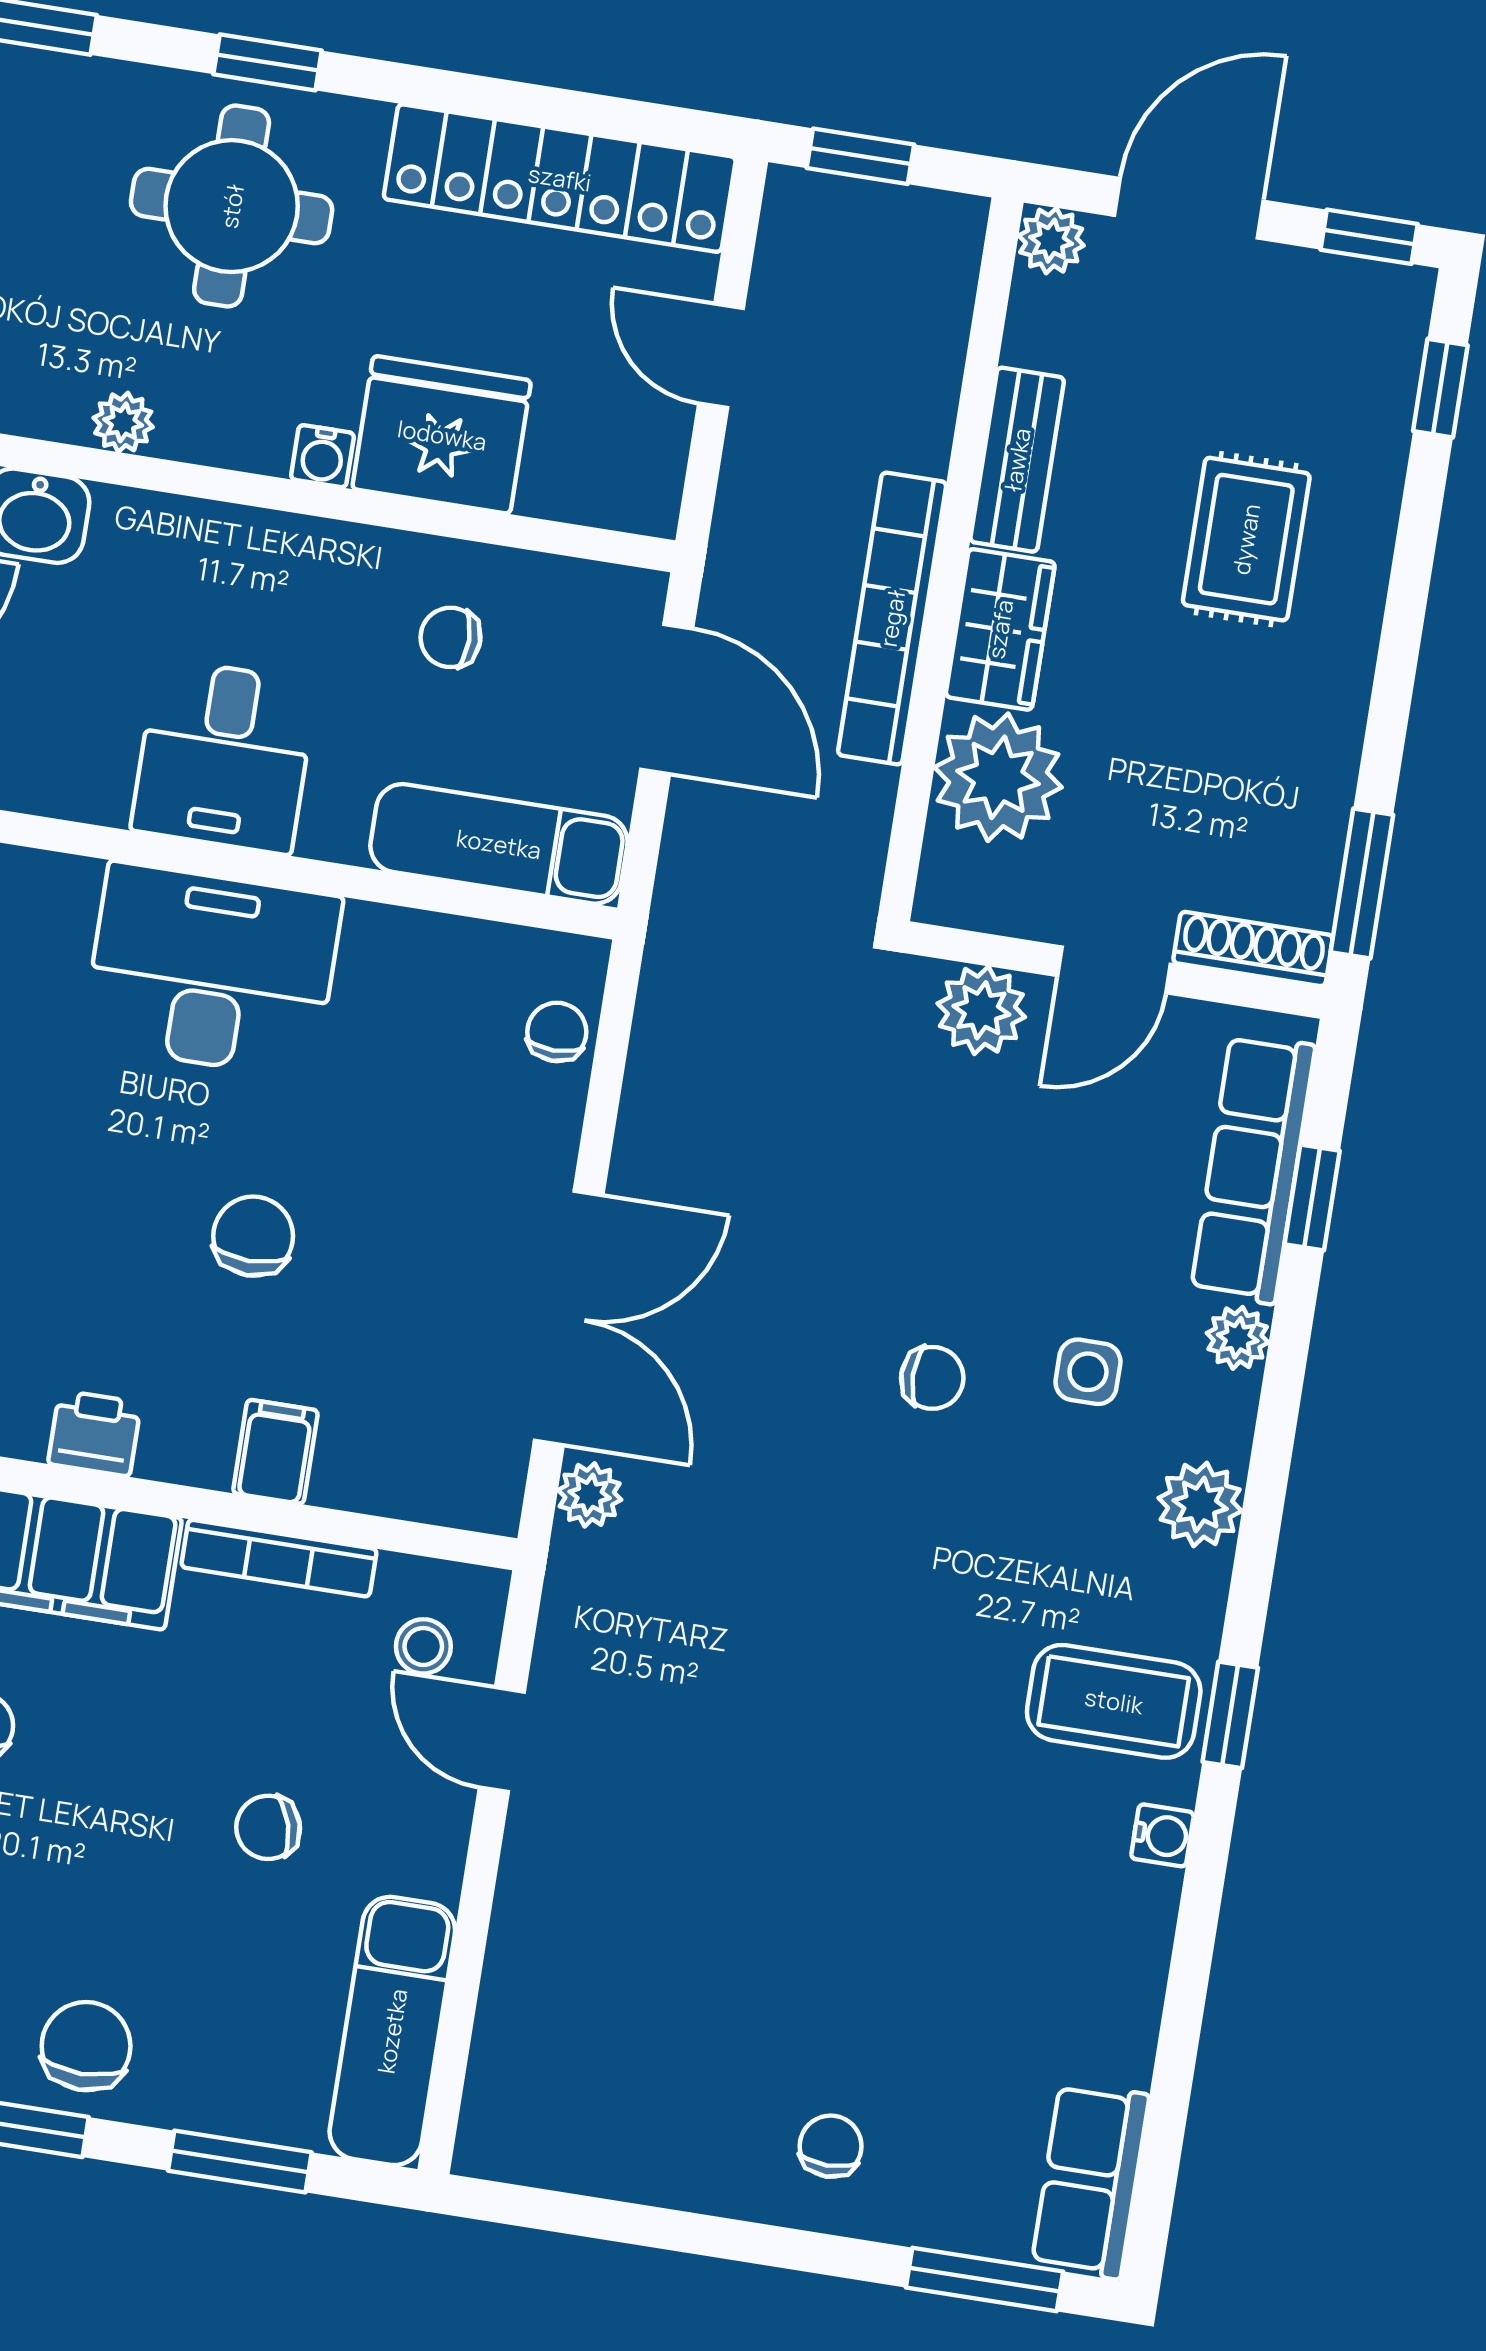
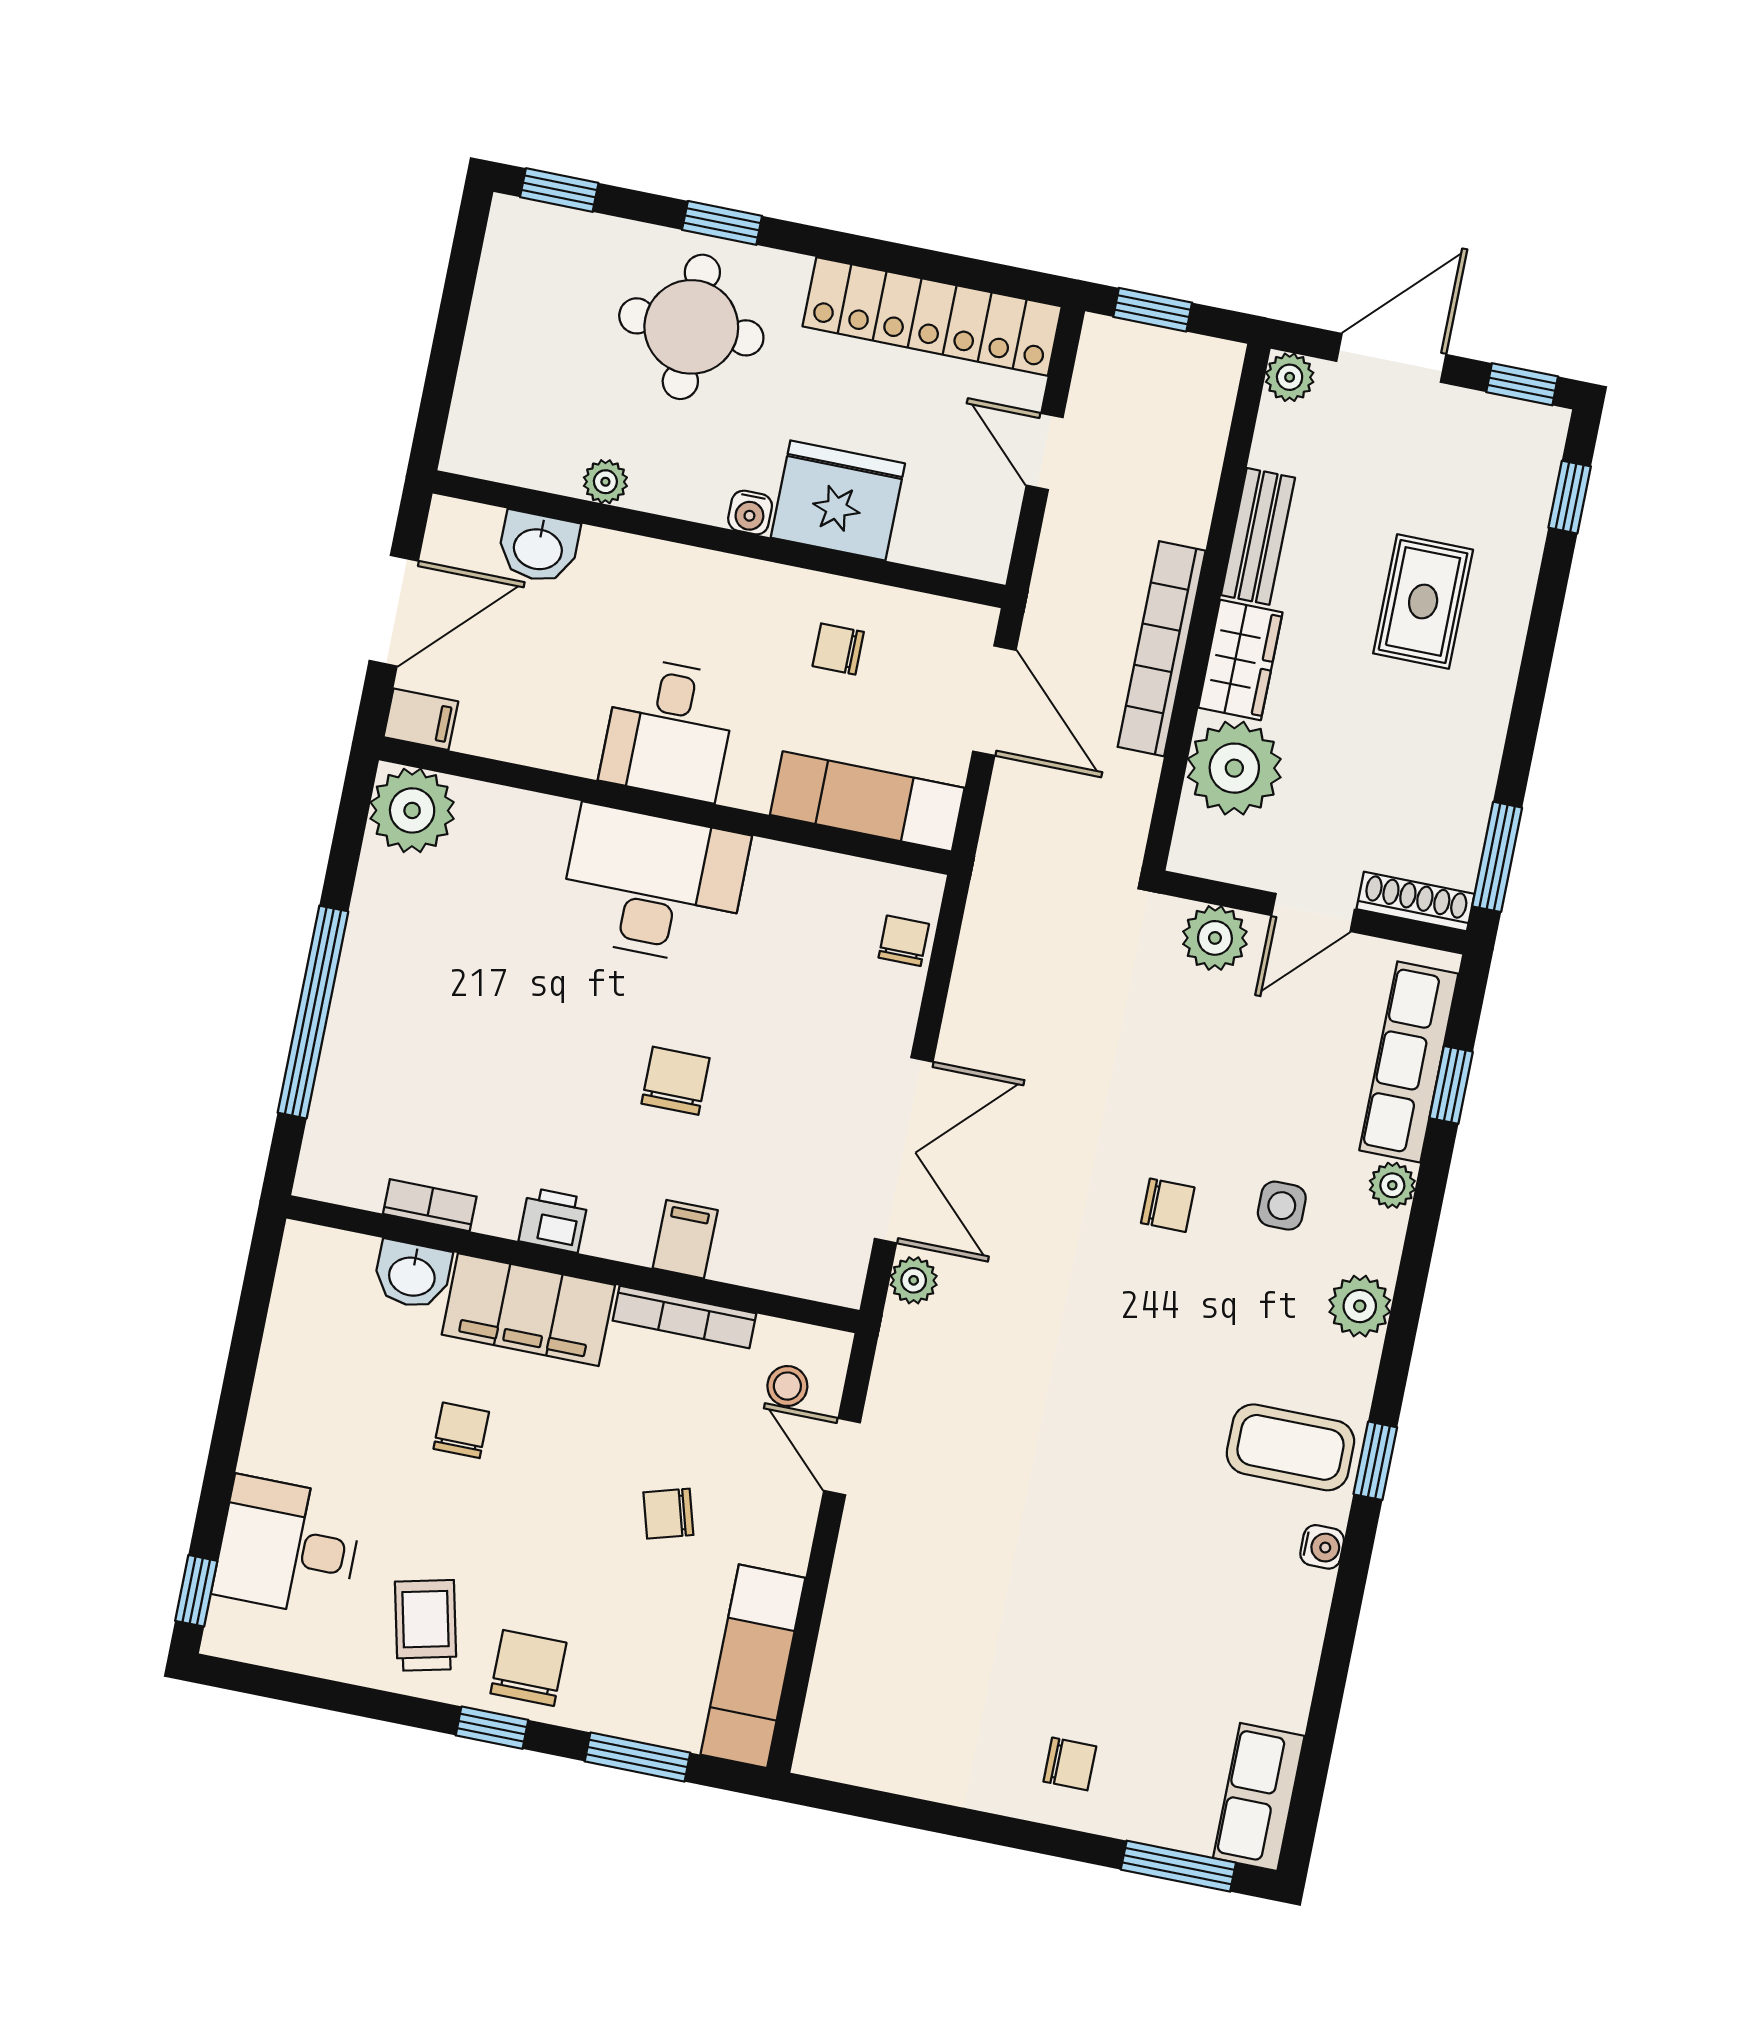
chair: (831, 2146) -> (1070, 1764), turned 90

